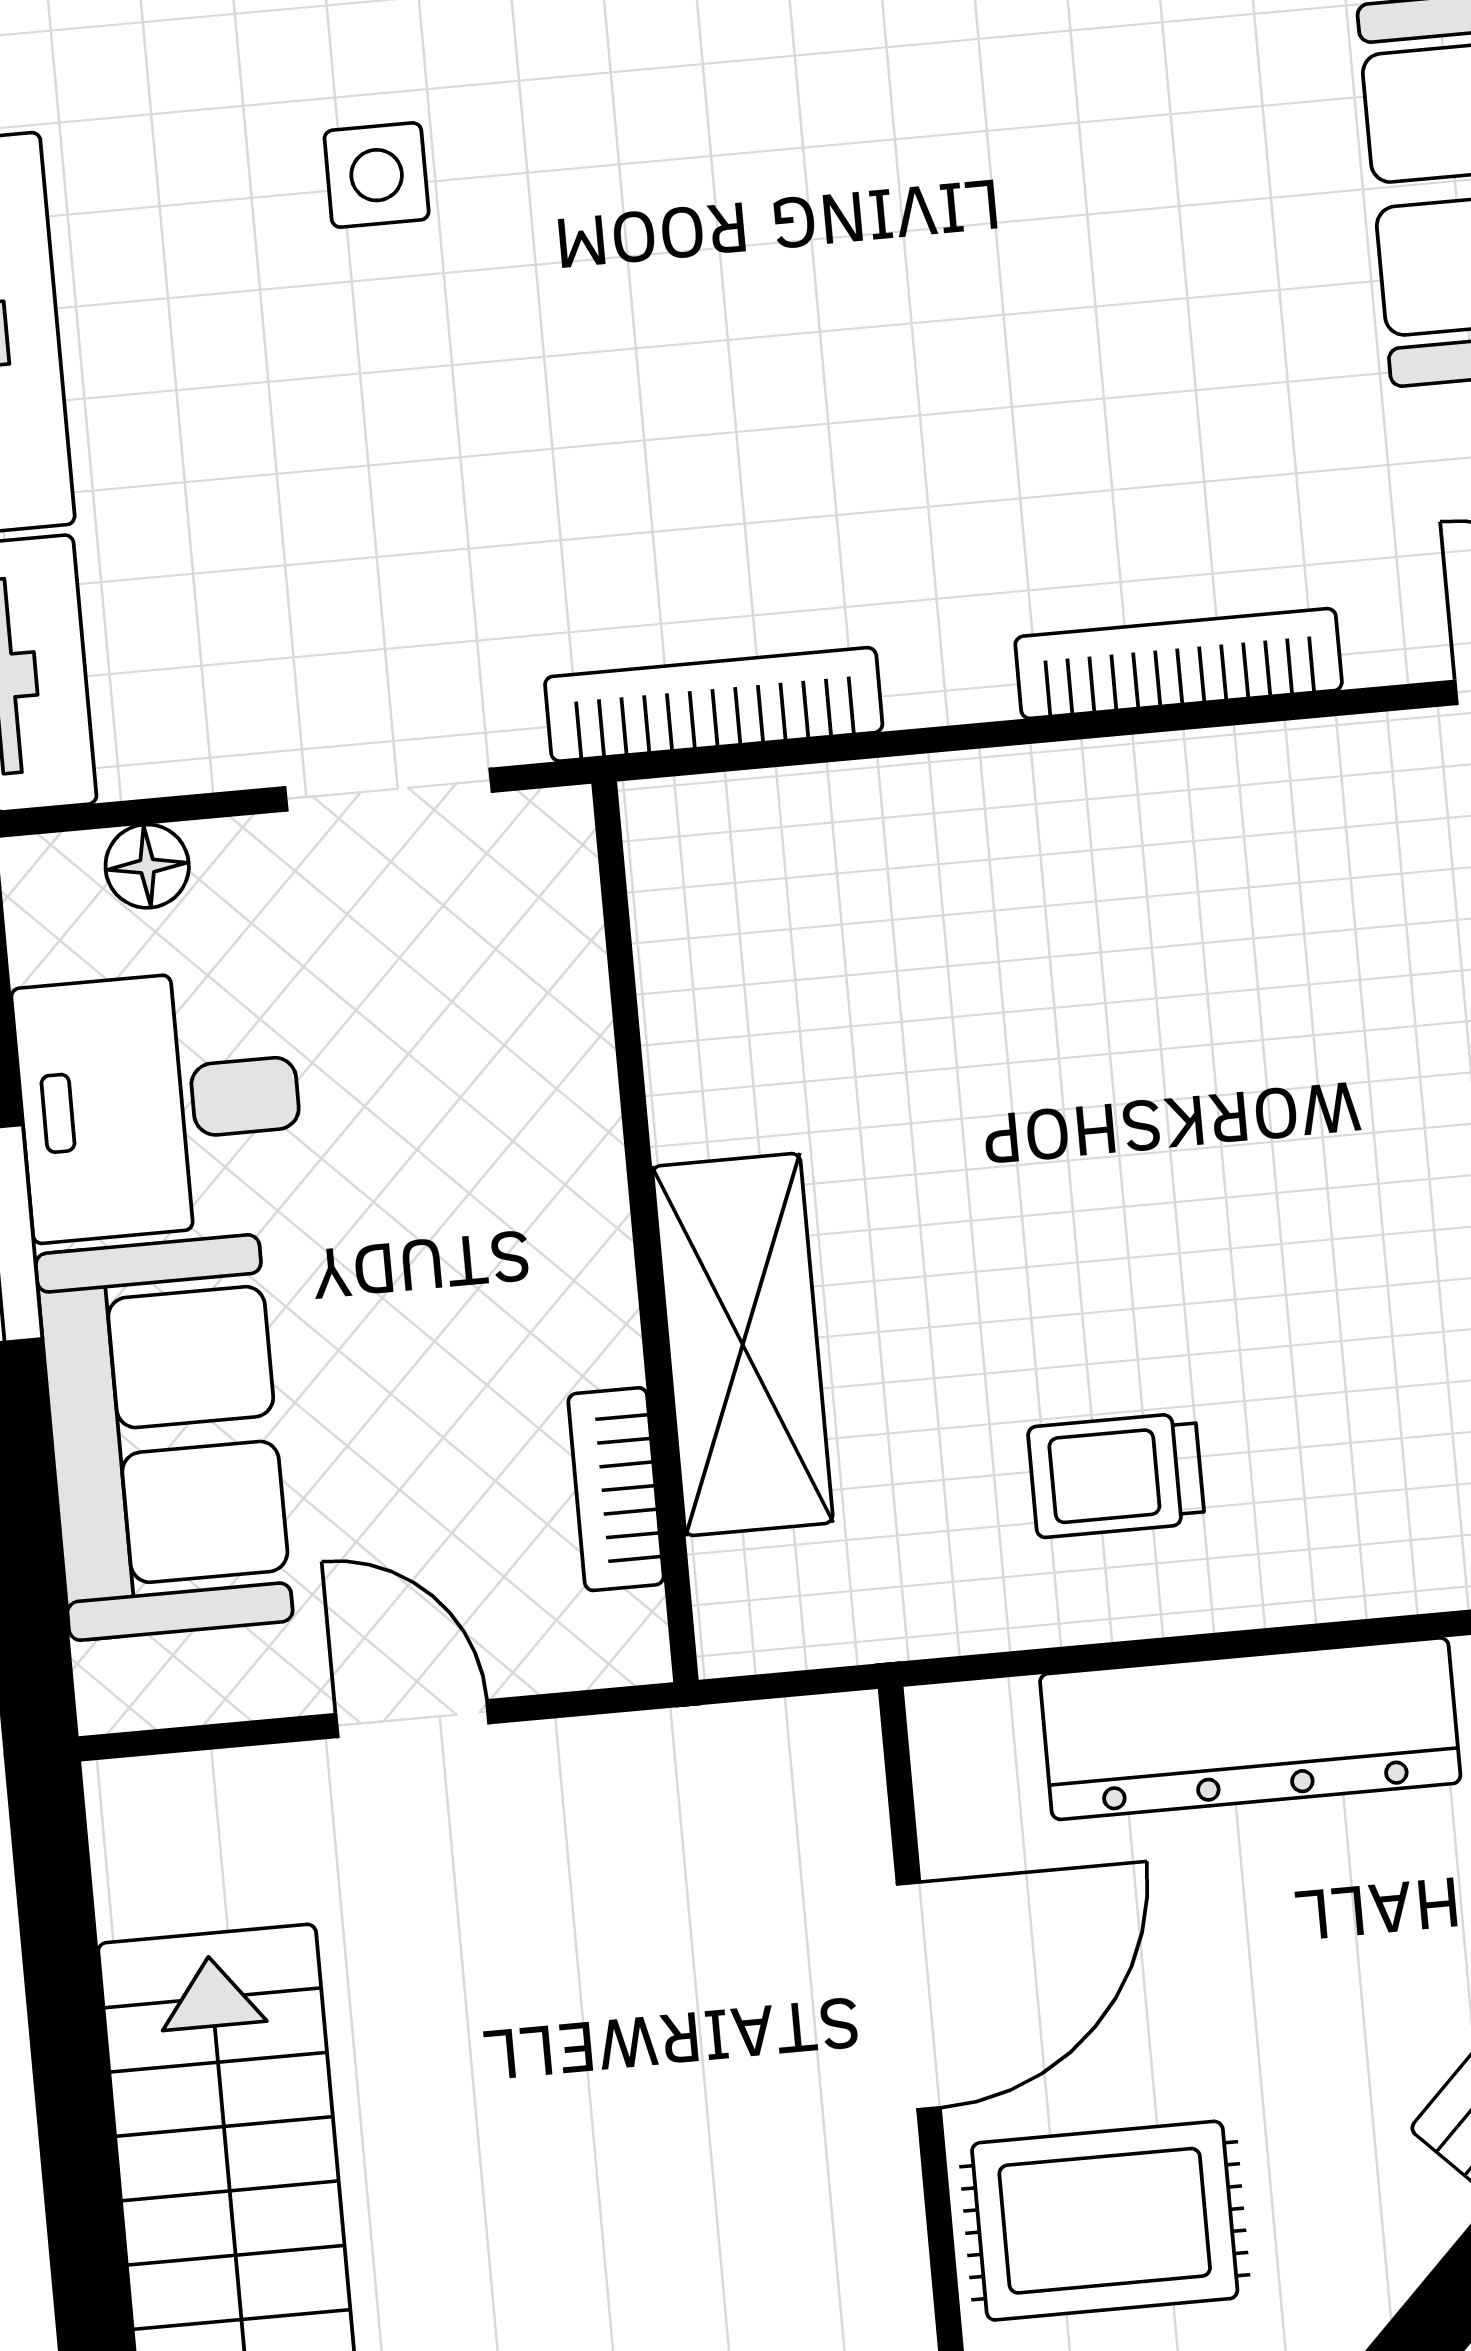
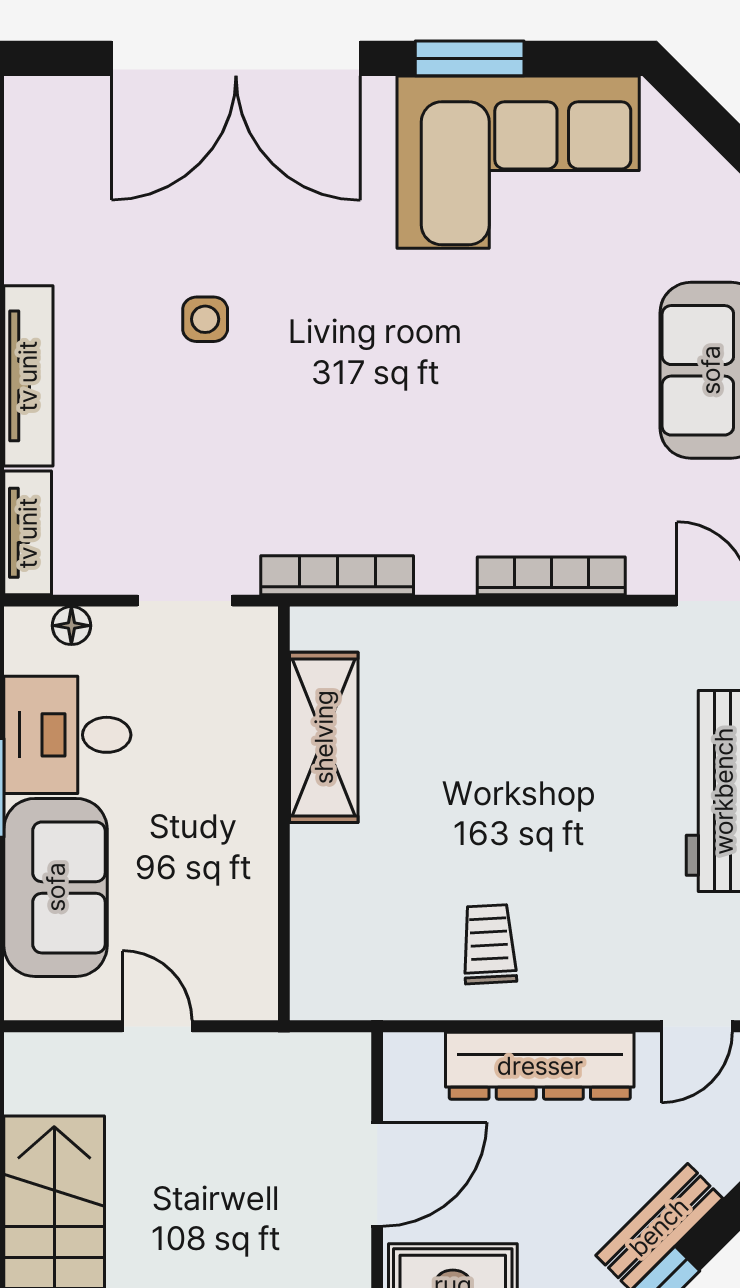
shelving: (743, 1345) -> (324, 737), moved
trolley: (1116, 1475) -> (489, 944), turned 87
bookcase: (616, 1489) -> (260, 930), removed

